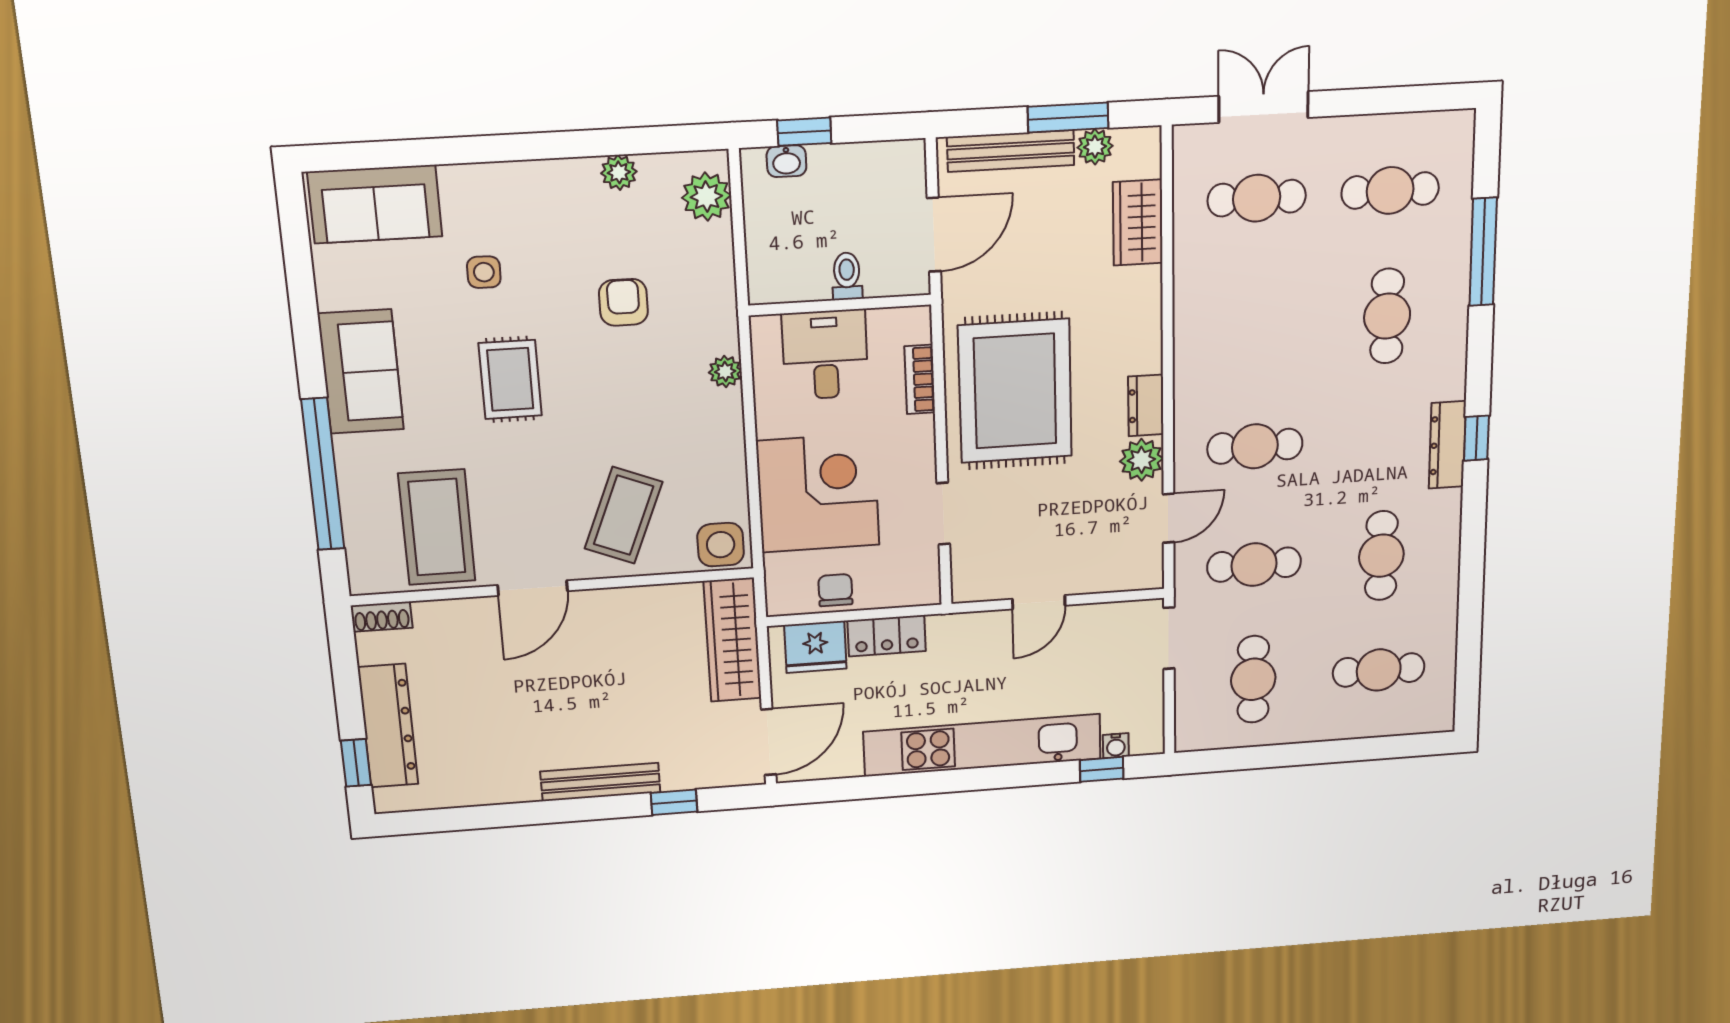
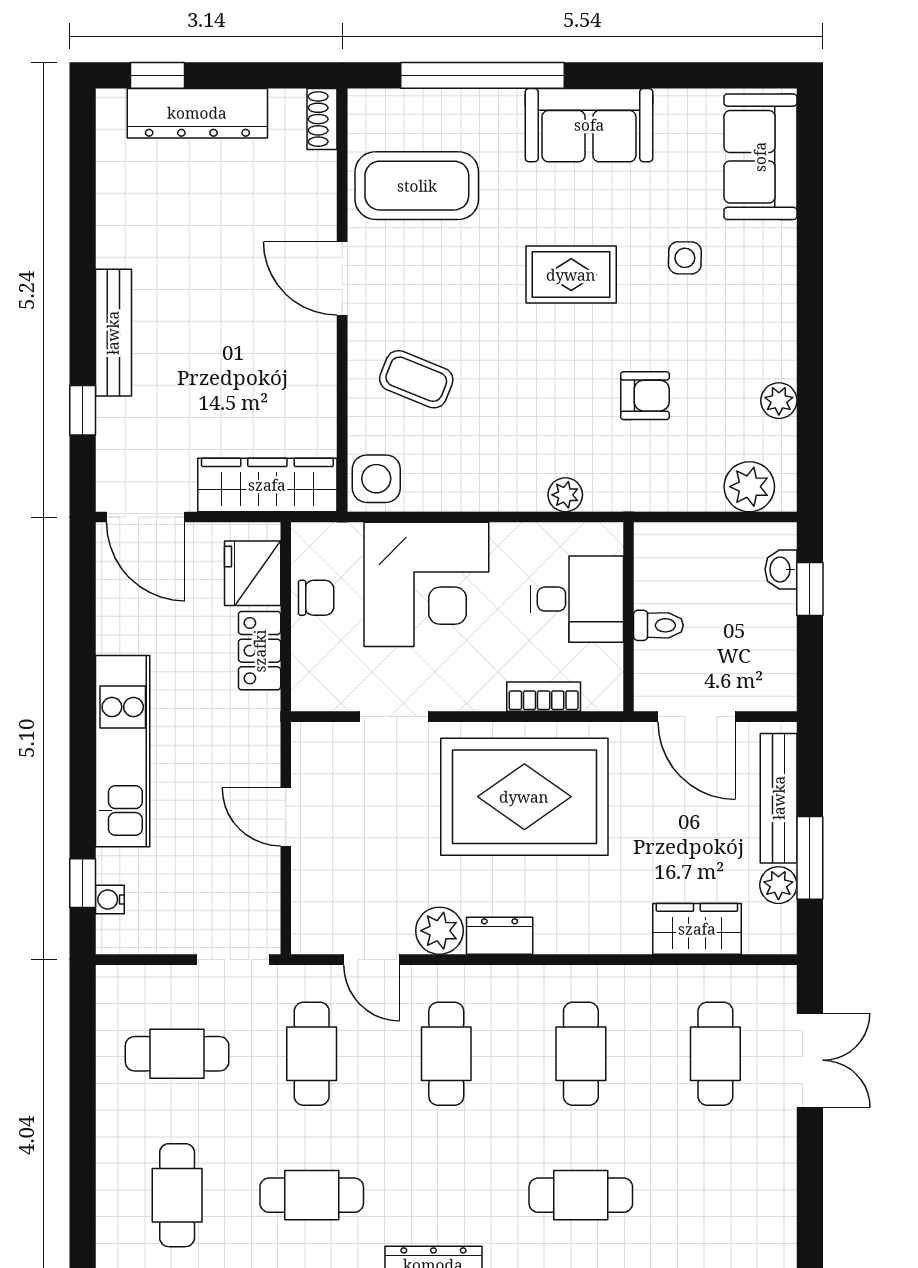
cafe table: (1390, 190) -> (581, 1054), moved
coffee table: (623, 515) -> (416, 379), width x0.73, depth x0.77
kitchen unit: (982, 745) -> (123, 751), width x0.73

